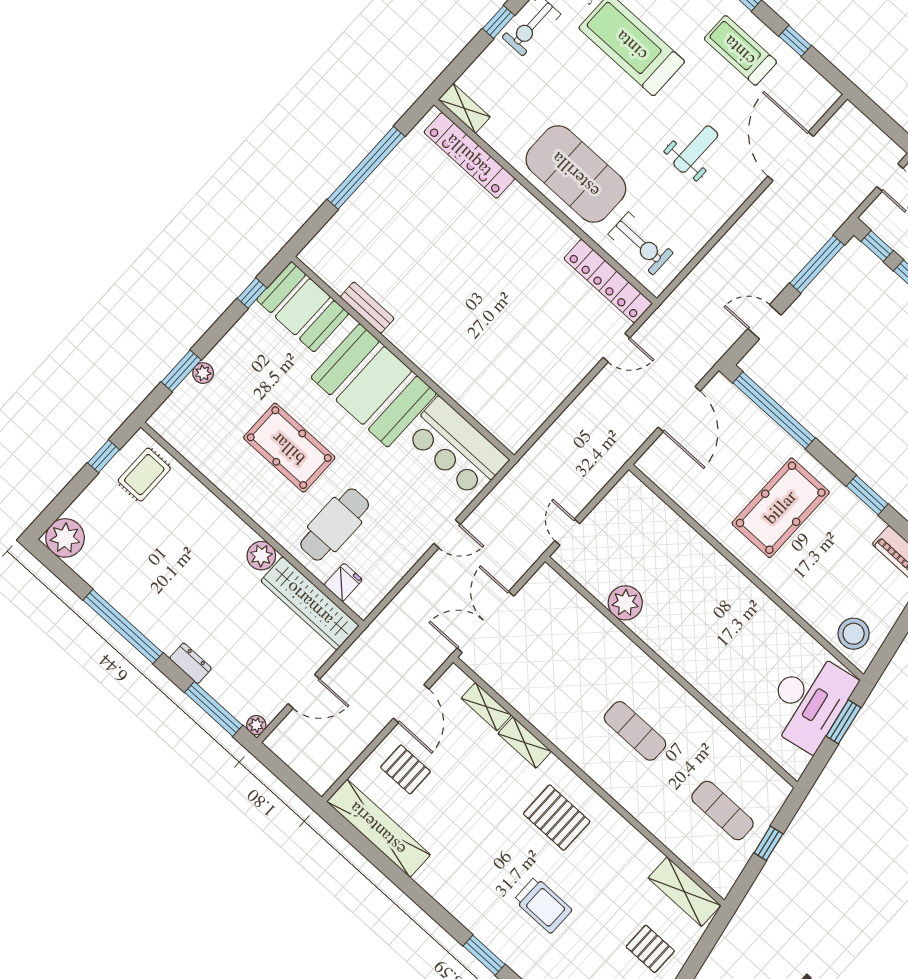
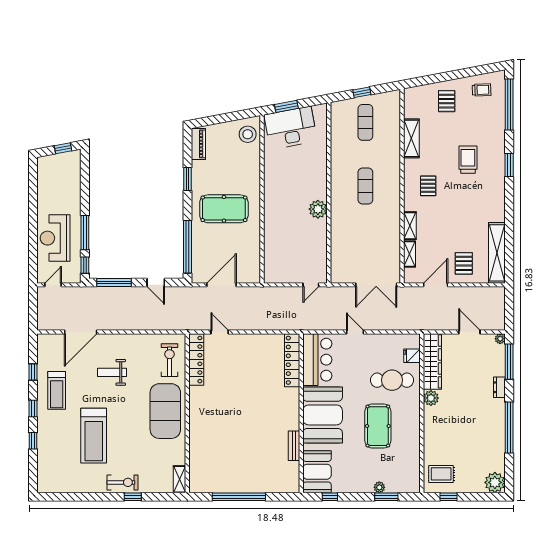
locker: (469, 155) -> (292, 360), moved, turned 180
plant: (625, 603) -> (318, 209), moved
pallet: (557, 818) -> (428, 186), width x0.67, depth x0.71
shelving: (684, 892) -> (411, 138), moved

